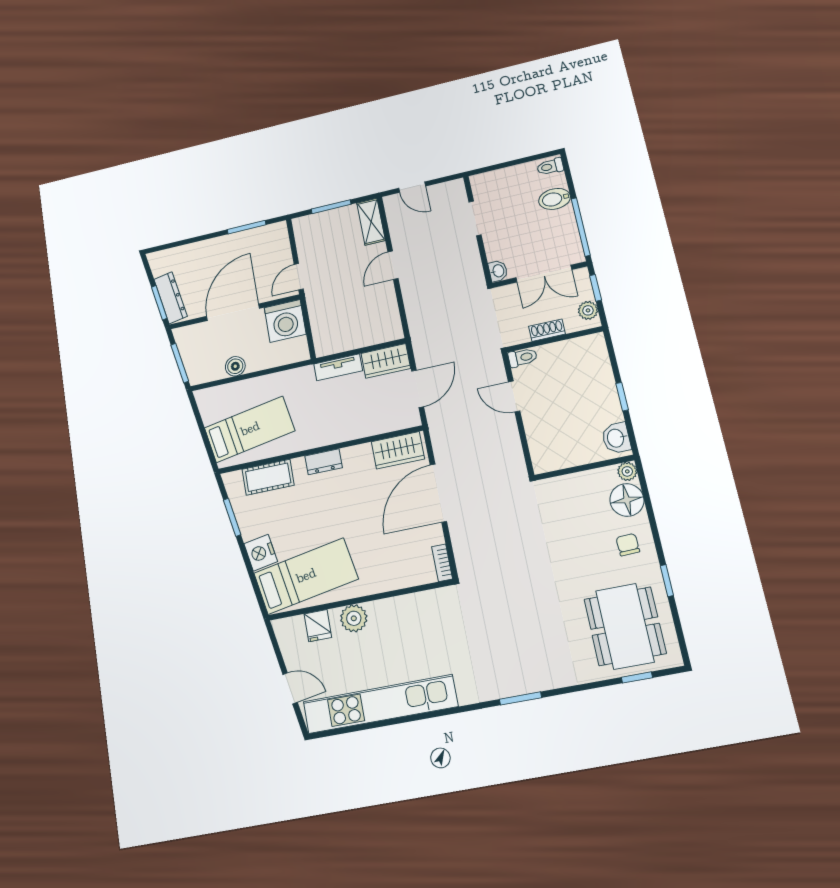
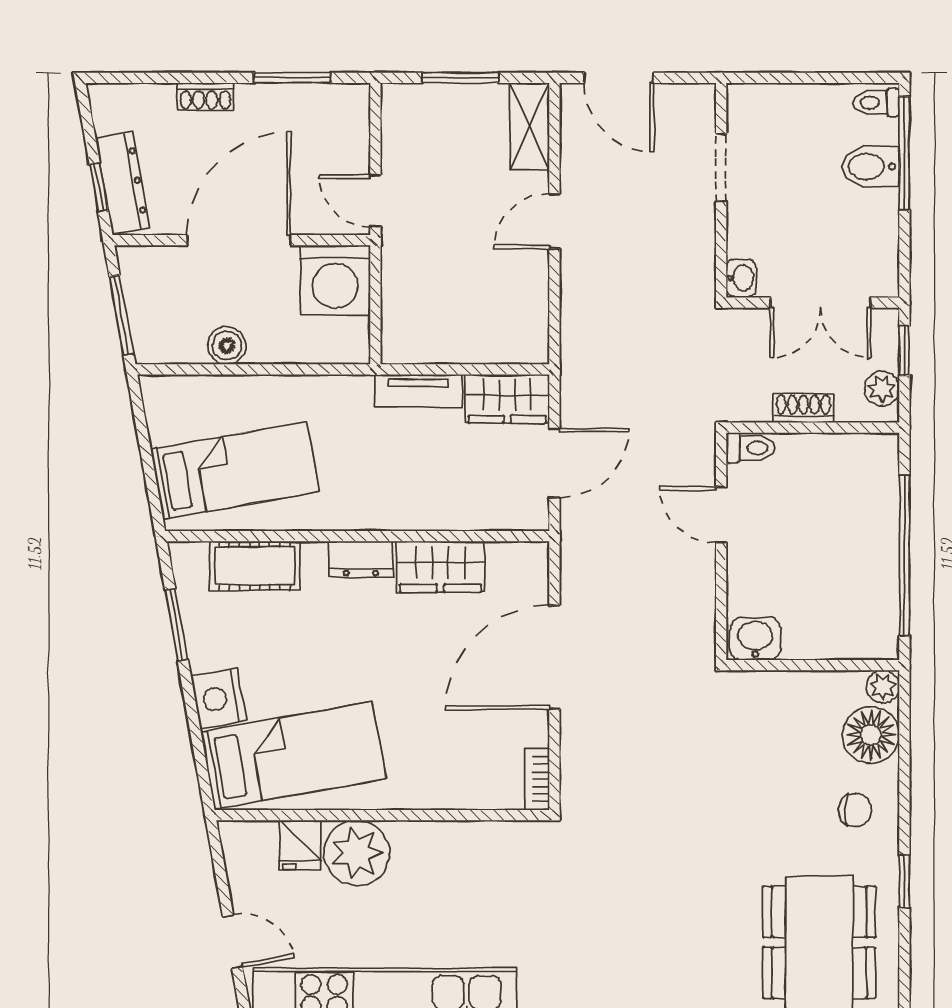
door: (412, 187) -> (619, 78), width x1.37
window: (581, 227) -> (904, 153), moved
shoe rack: (205, 246) -> (205, 97), added
door: (299, 277) -> (375, 201), hinge flipped
window: (159, 303) -> (99, 187), width x0.67
window: (622, 397) -> (904, 556), width x3.17
washbasin: (616, 438) -> (755, 639), moved, turned 90
wardrobe: (398, 450) -> (441, 567), moved
chair: (628, 545) -> (855, 810), turned 95
plant: (354, 618) -> (357, 853), width x1.36, depth x1.36

